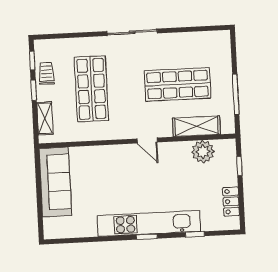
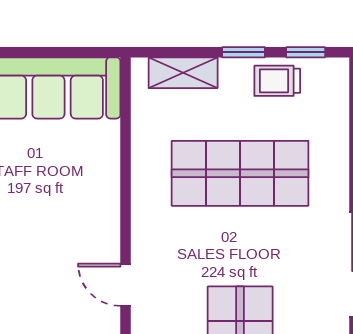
trolley: (47, 73) -> (277, 81), turned 180
door: (147, 141) -> (126, 285), hinge flipped

